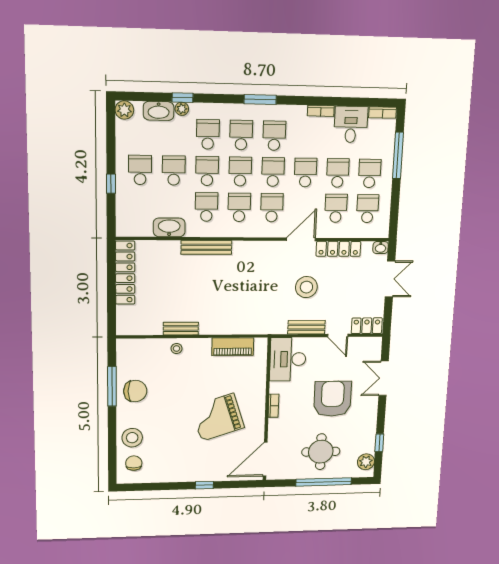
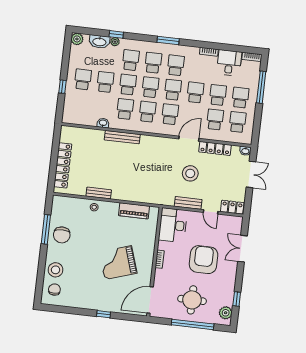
washbasin: (169, 227) -> (103, 123), width x0.52, depth x0.69
locker: (125, 273) -> (63, 165), moved
chair: (135, 391) -> (62, 235), turned 90

